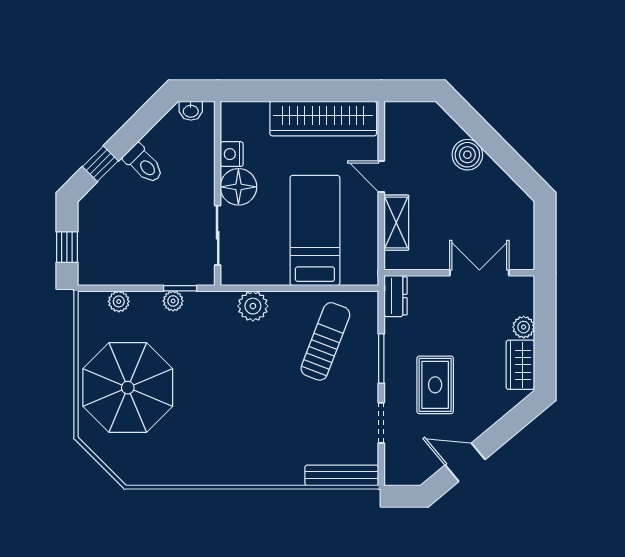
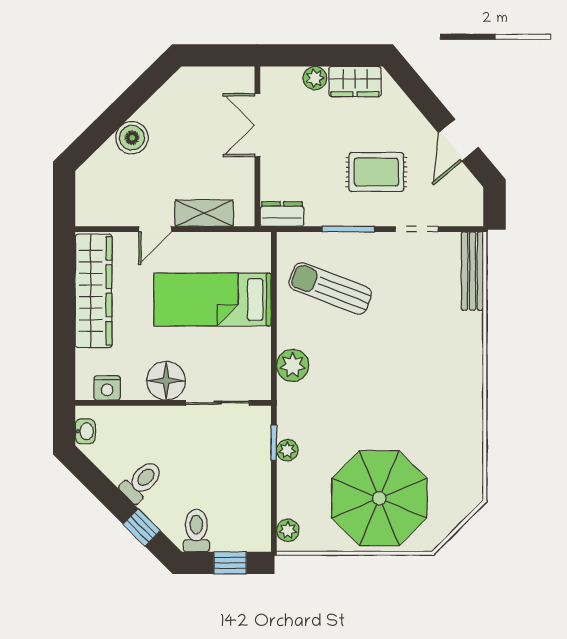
nightstand: (232, 154) -> (107, 388), moved
toilet: (97, 215) -> (196, 531), added
plant: (119, 301) -> (288, 530), moved

